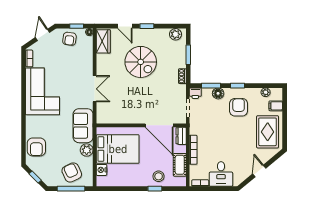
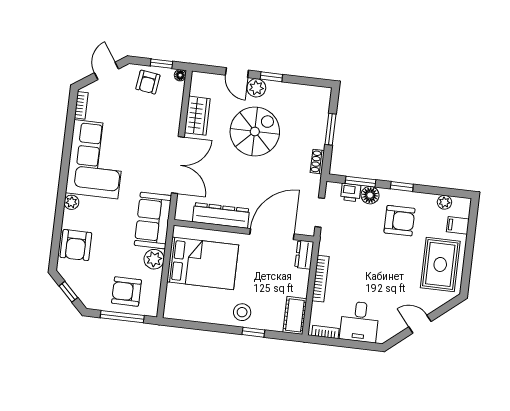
plant: (175, 34) -> (256, 88), moved
wardrobe: (103, 41) -> (197, 116), moved
spiral stairs: (141, 62) -> (255, 131), turned -90
double door: (95, 89) -> (178, 165), width x1.37
printer: (195, 93) -> (351, 192), moved
armchair: (239, 107) -> (399, 221), turned 90
dresser: (126, 117) -> (221, 215), added
plant: (30, 120) -> (71, 202), added
door: (159, 125) -> (272, 234), swing flipped
cot: (180, 165) -> (295, 315), moved
nightstand: (102, 170) -> (174, 293), removed
door: (259, 171) -> (420, 324), hinge flipped
armchair: (72, 172) -> (126, 291), turned -65
stool: (159, 176) -> (242, 312), moved

